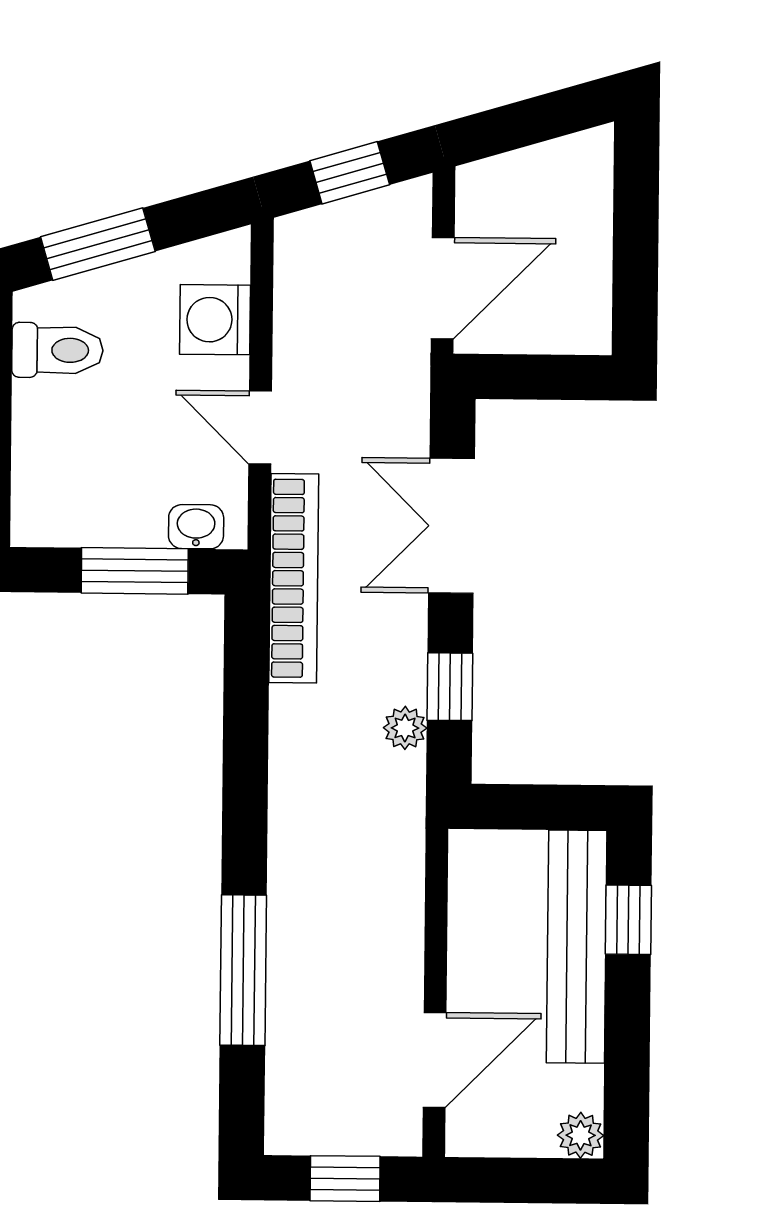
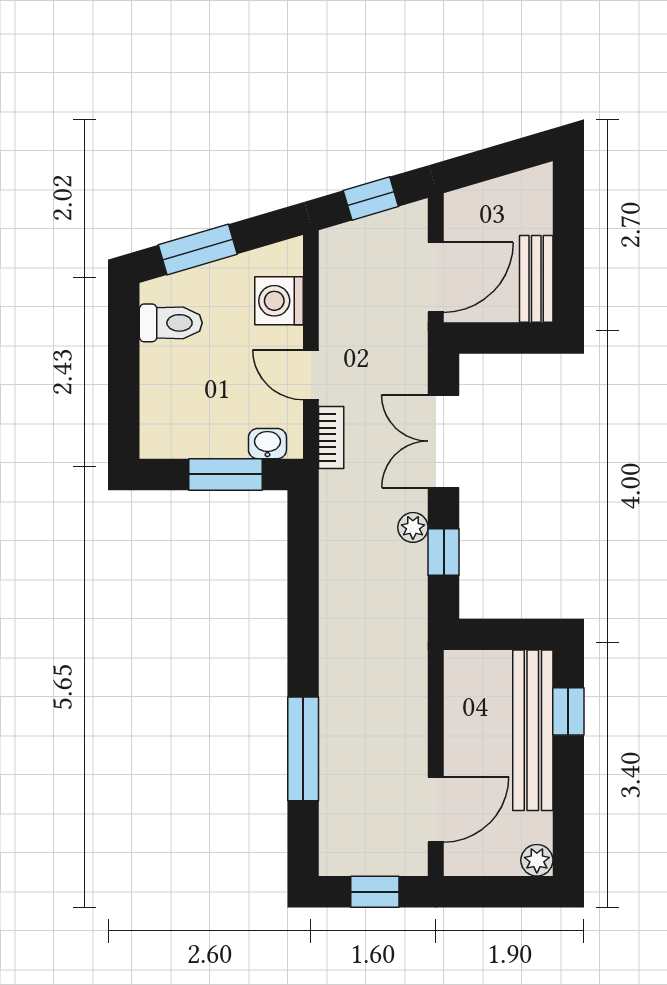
bench: (588, 292) -> (536, 279), added
bookcase: (294, 578) -> (331, 437), width x0.43, depth x0.76
plant: (405, 728) -> (413, 527), moved

